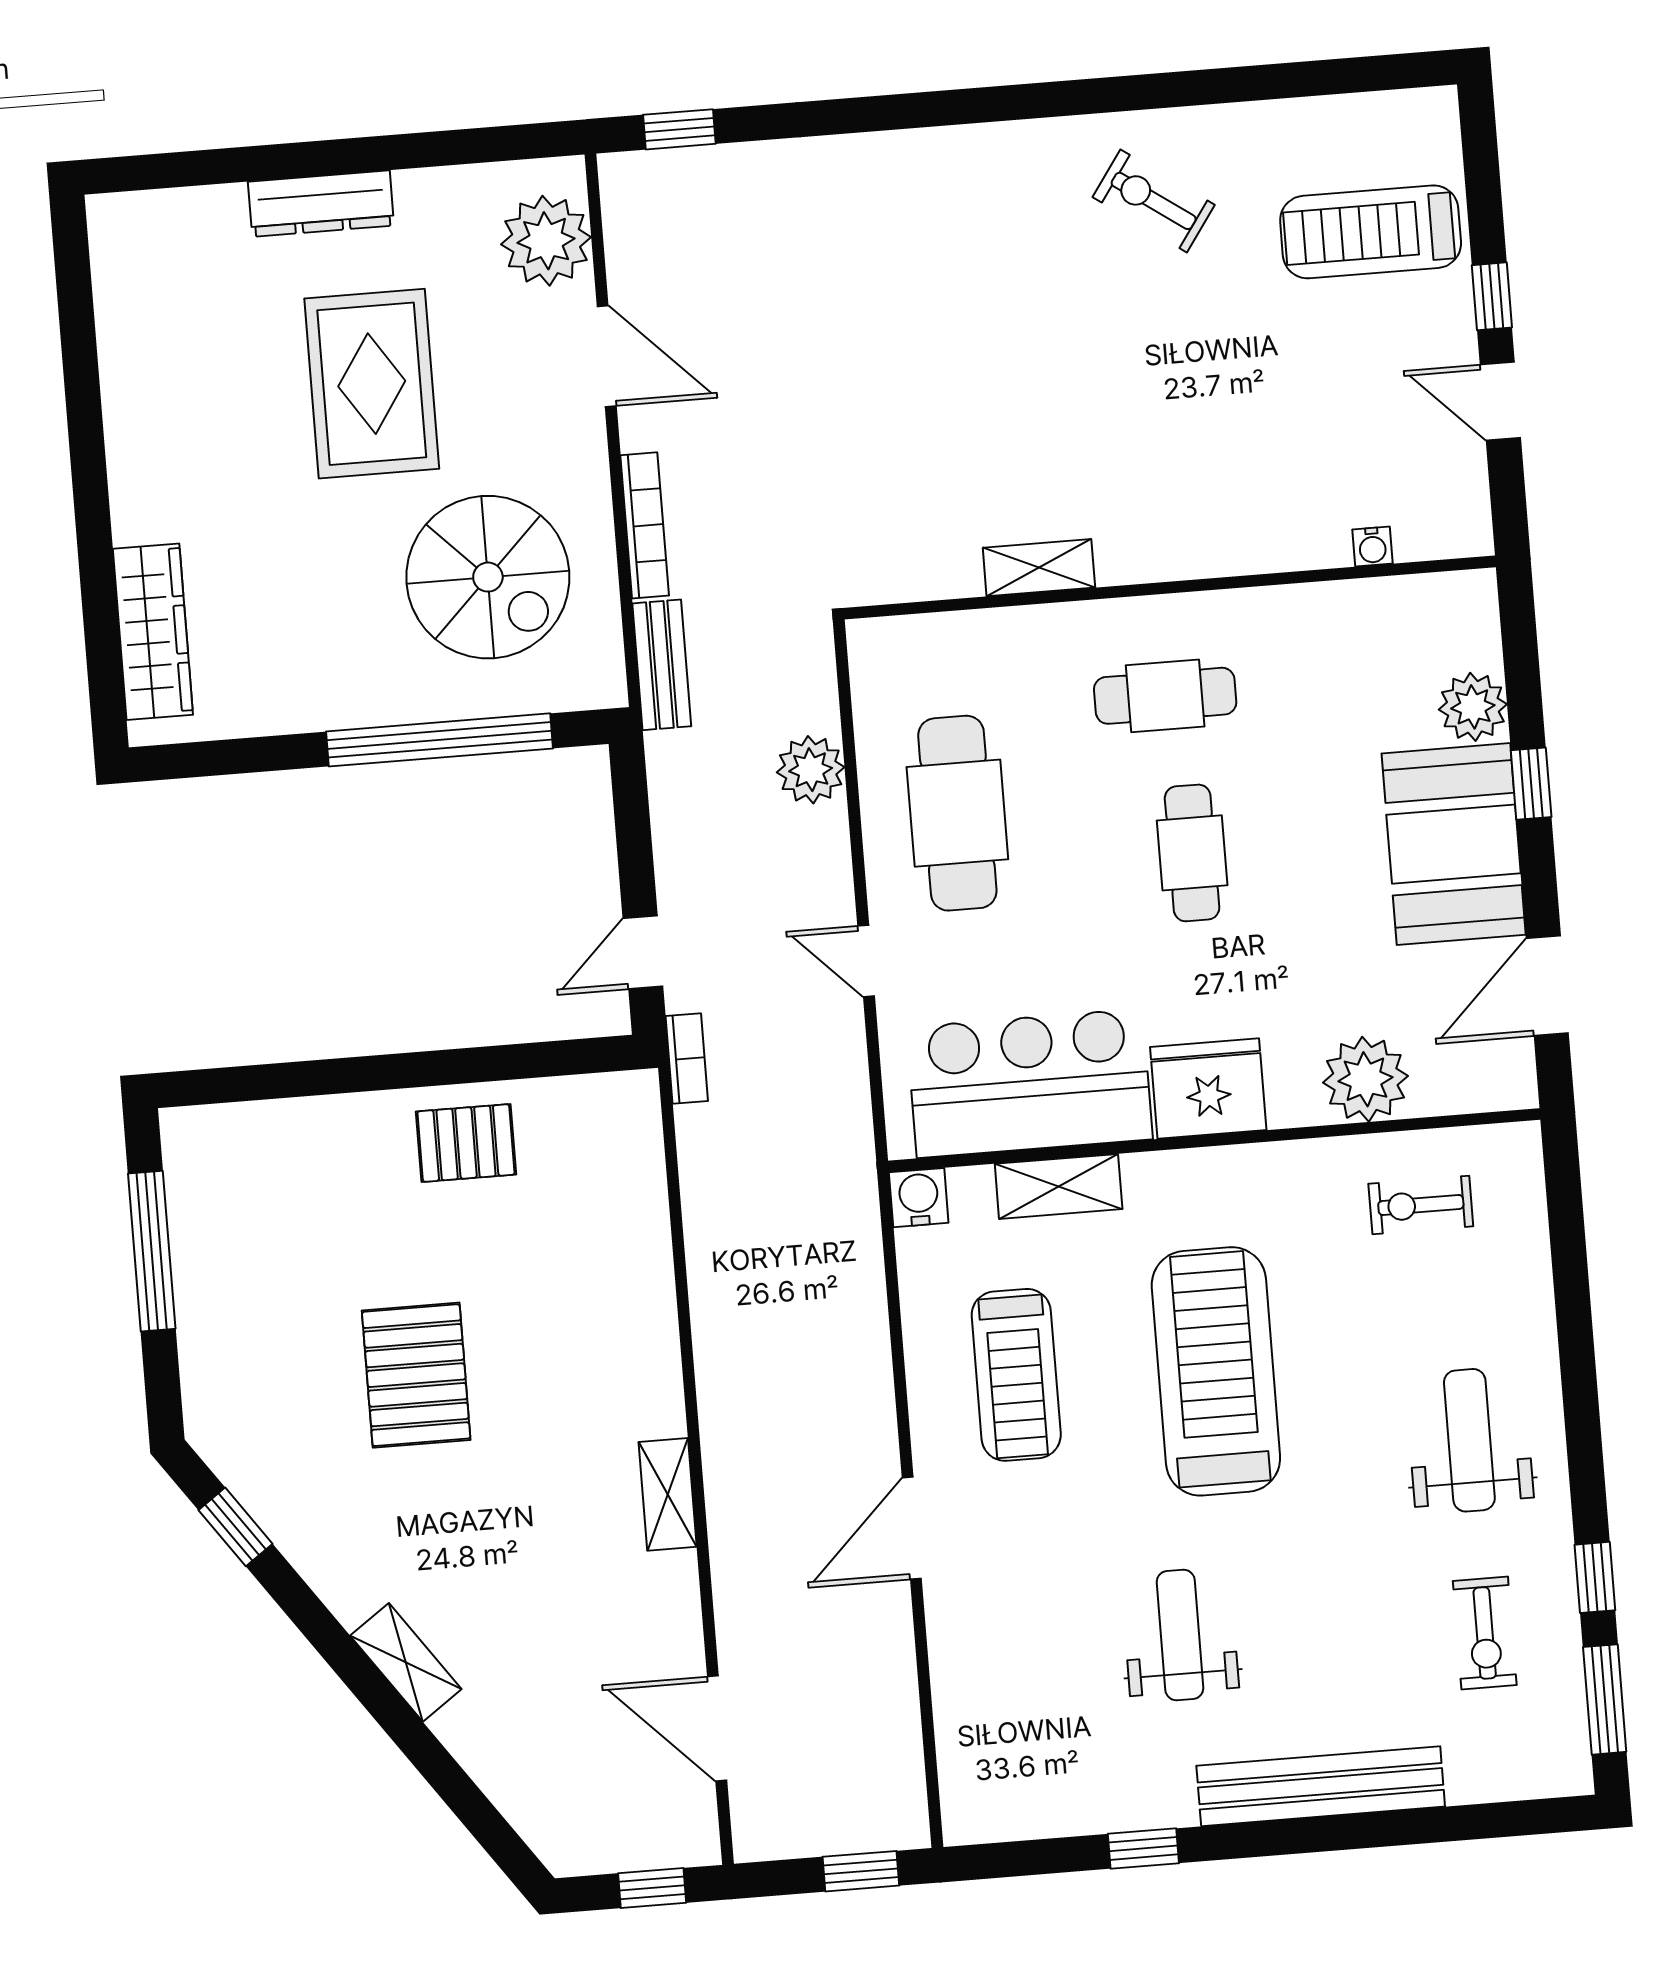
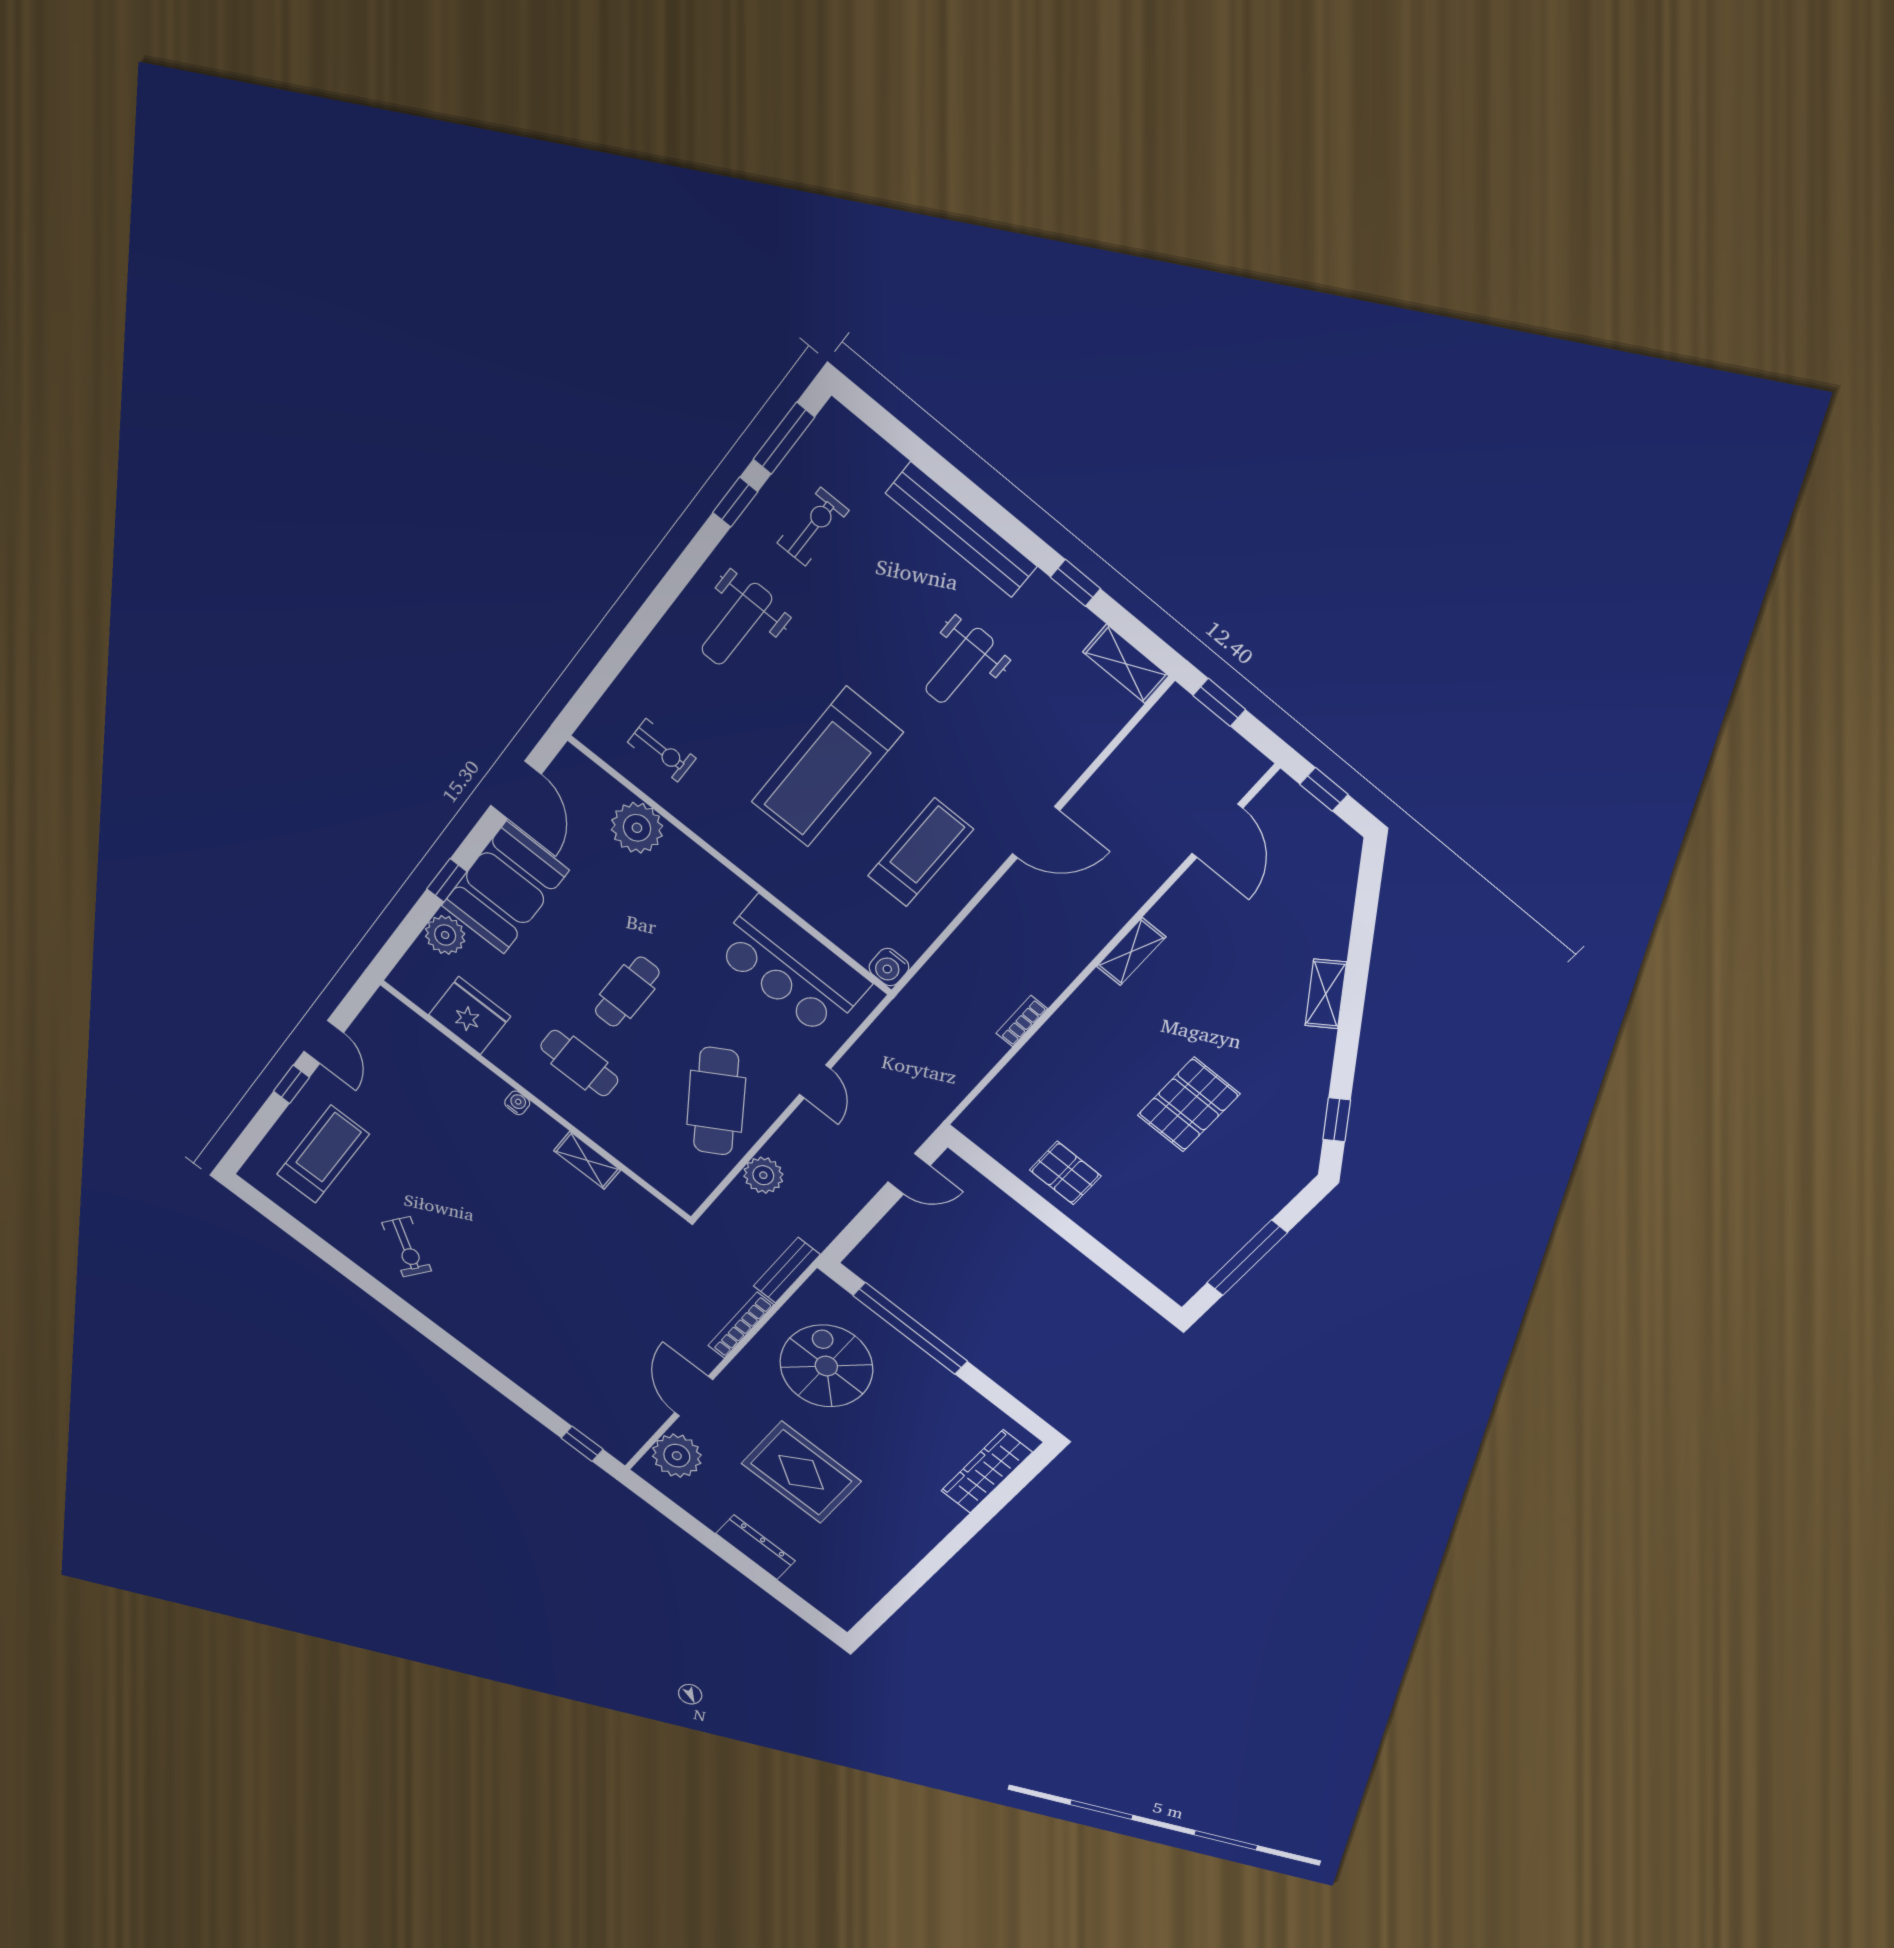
treadmill: (1371, 232) -> (323, 1154), turned -90
rug: (372, 384) -> (801, 1472), turned 90
water cooler: (1373, 547) -> (517, 1103), moved
cafe table: (957, 813) -> (716, 1101), turned -33
door: (1547, 986) -> (516, 790), hinge flipped
bookcase: (687, 1059) -> (1022, 1021), moved
fridge: (1208, 1088) -> (470, 1016), moved, turned 180
shelving: (1059, 1186) -> (1126, 664), moved

